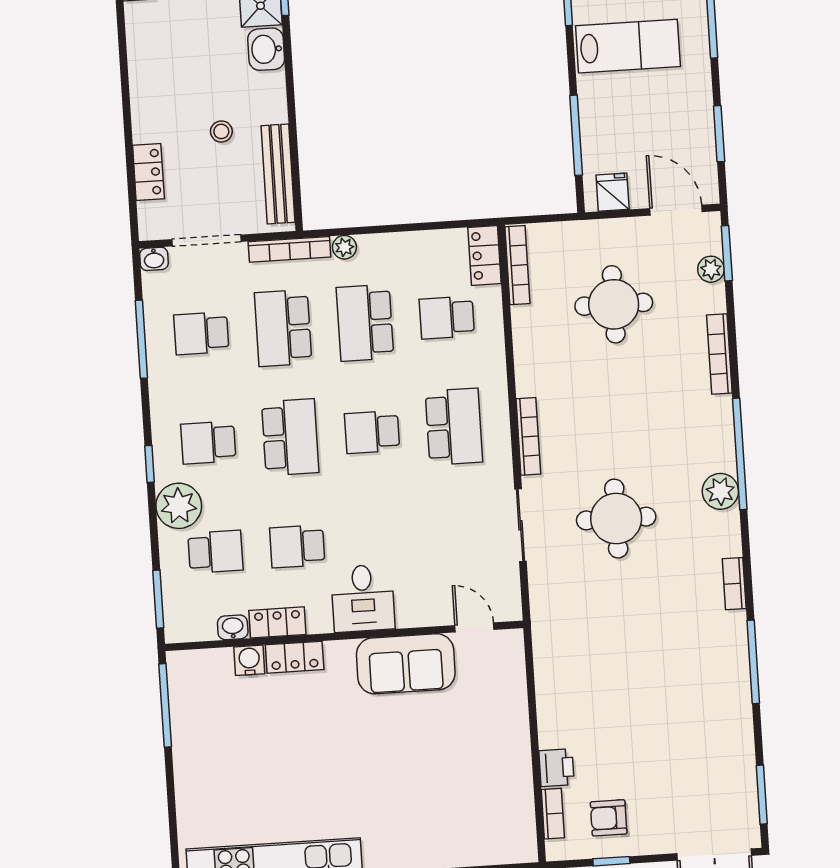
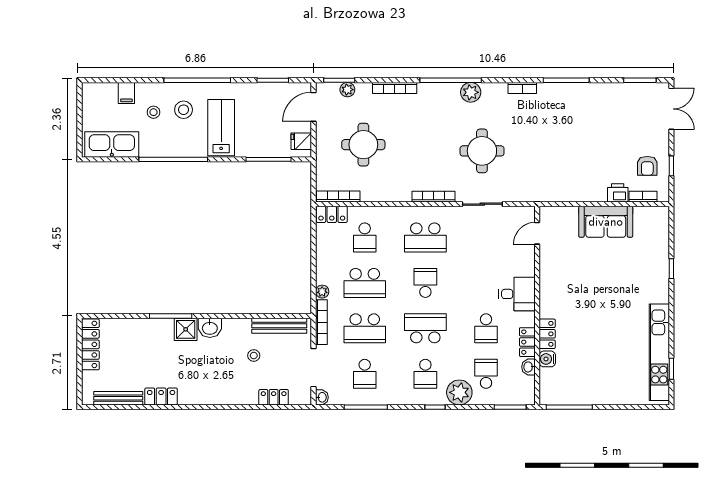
school desk: (454, 427) -> (425, 237), turned 180
school desk: (372, 432) -> (425, 283), turned 180
sofa: (406, 664) -> (606, 222), moved, turned 90

